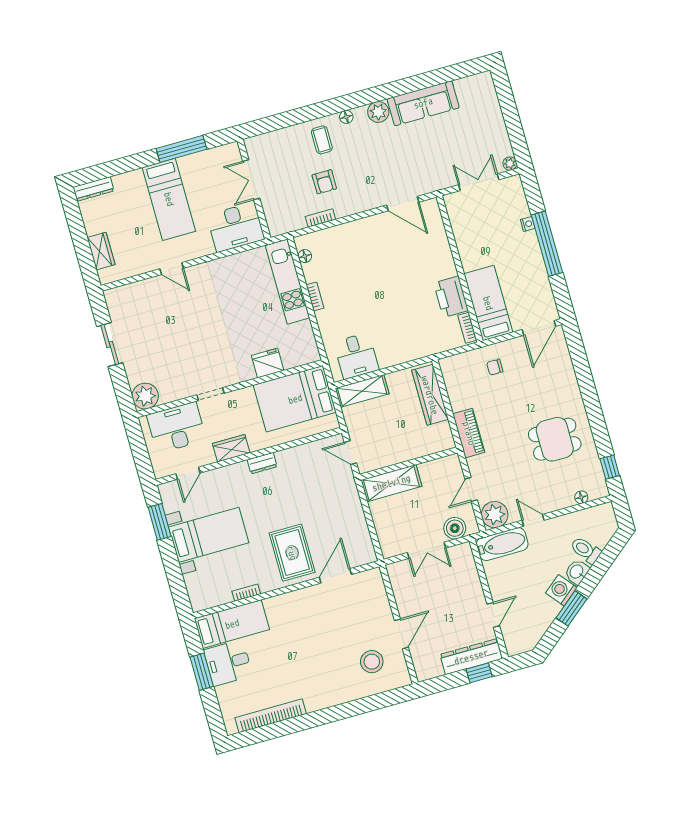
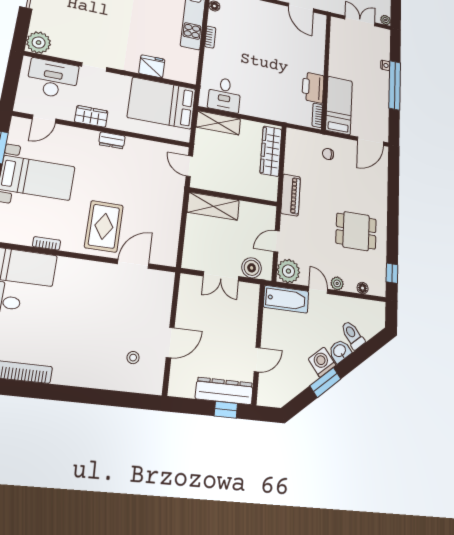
plant: (552, 505) -> (337, 283), added
stool: (372, 662) -> (133, 358), width x0.53, depth x0.53

